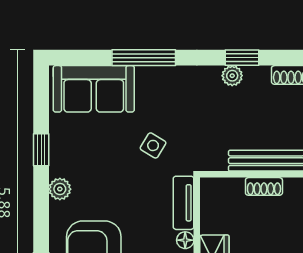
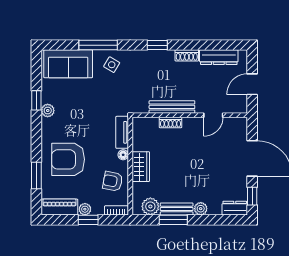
plant: (232, 76) -> (151, 56), removed
side table: (153, 145) -> (112, 65), moved
plant: (60, 189) -> (48, 111), moved

